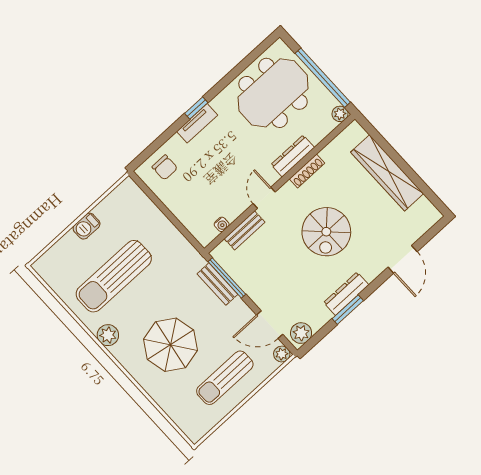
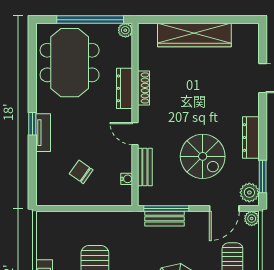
chair: (165, 167) -> (81, 172), moved, turned -145
spiral stairs: (326, 232) -> (203, 156), moved
window: (348, 310) -> (263, 176), moved

